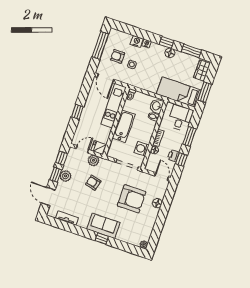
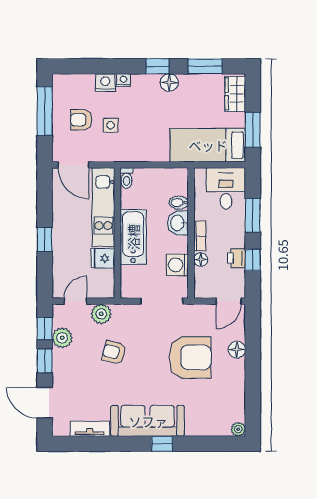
washbasin: (157, 106) -> (178, 223), moved
fridge: (99, 148) -> (103, 258), moved
plant: (65, 176) -> (62, 338), moved
door: (162, 177) -> (229, 301), swing flipped
sofa: (103, 226) -> (148, 421), width x1.36

